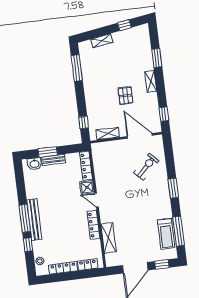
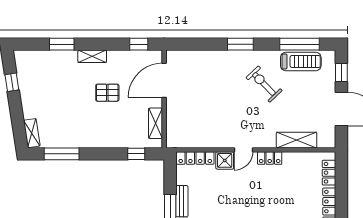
shelving: (102, 41) -> (32, 133), moved
exercise bike: (146, 167) -> (264, 84), moved
locker: (93, 225) -> (270, 158), width x0.66

